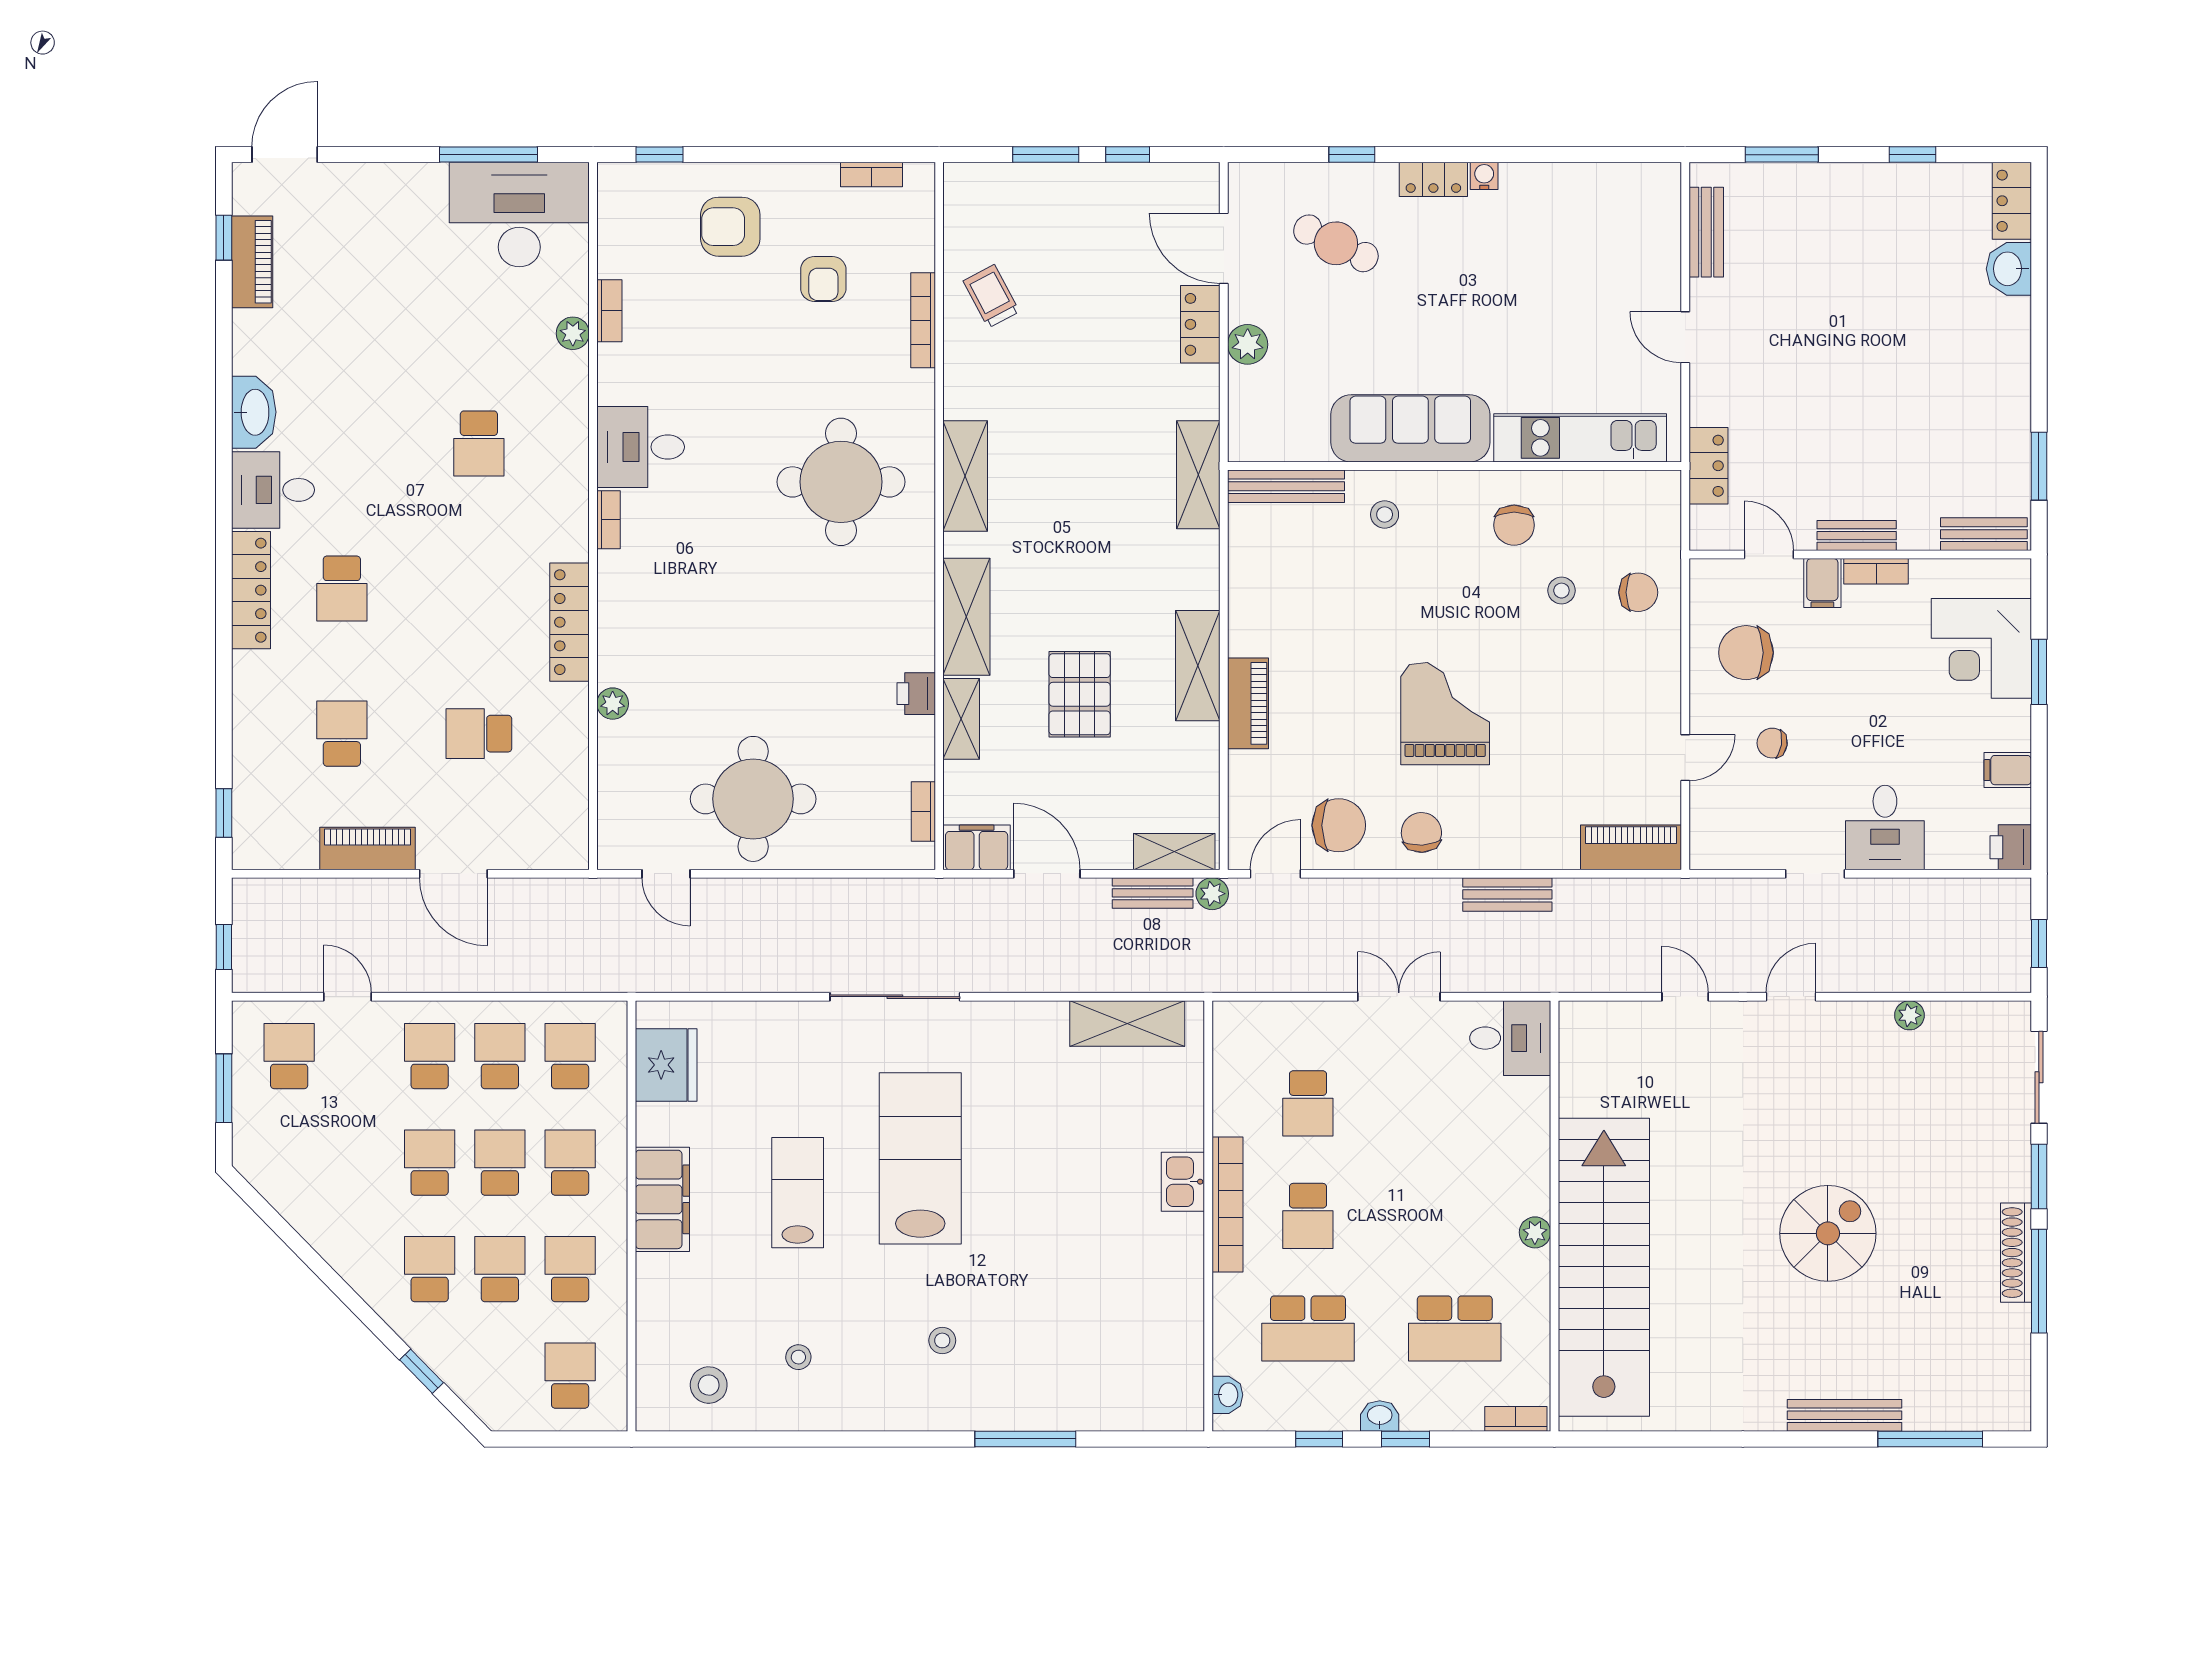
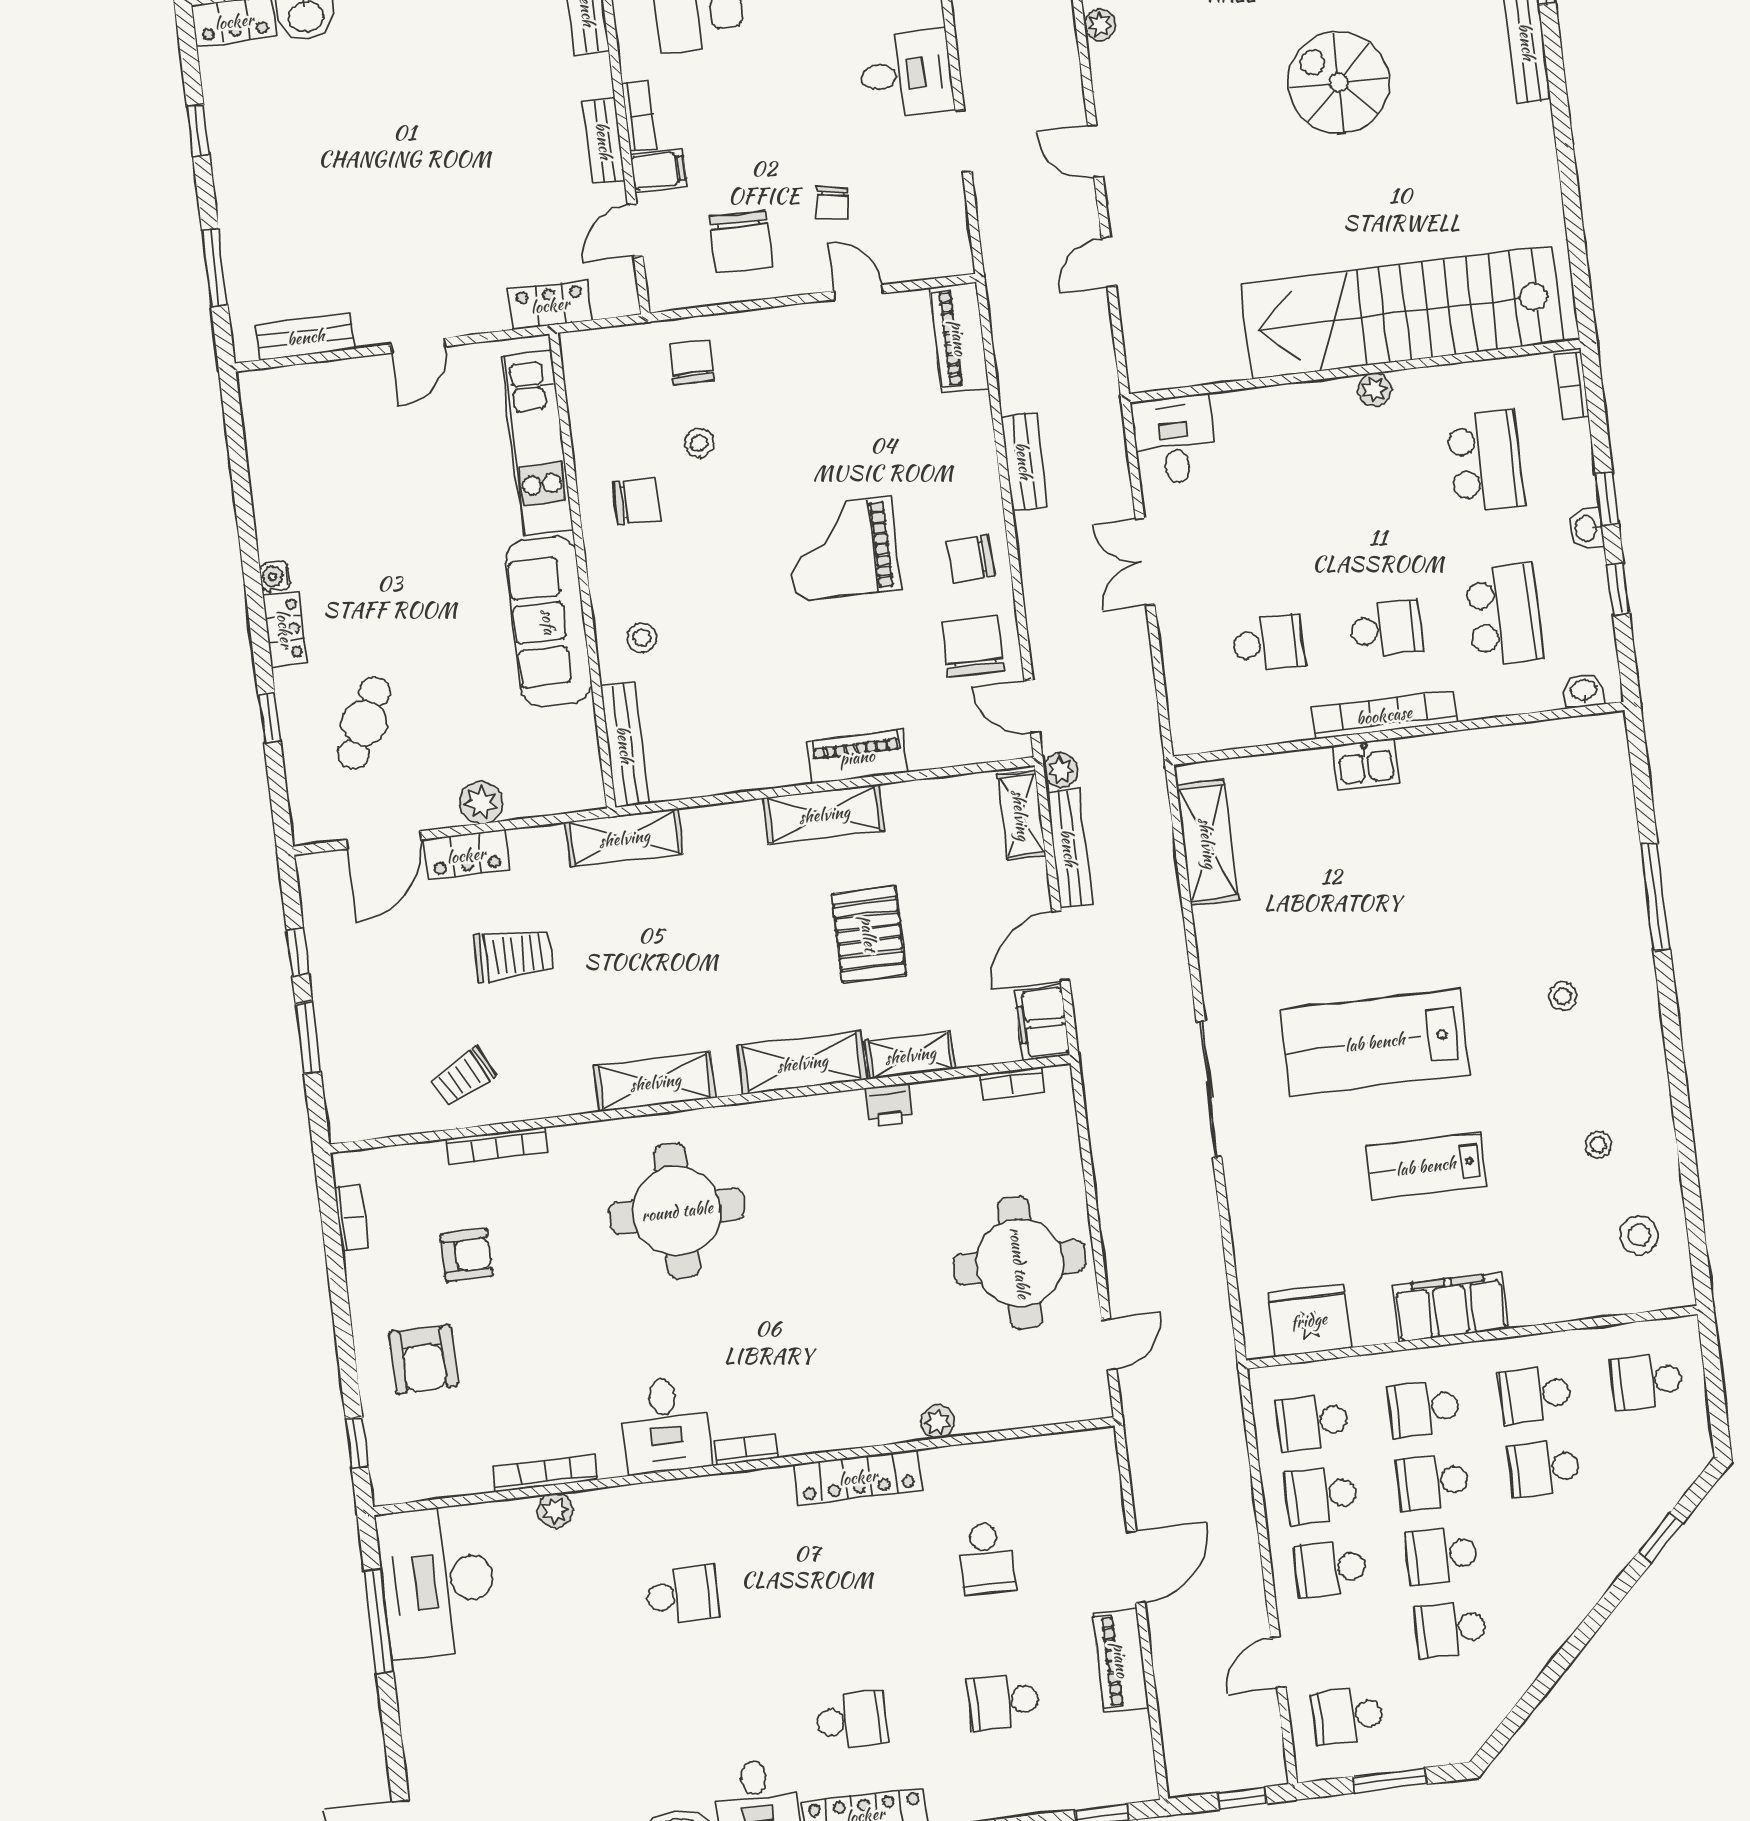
bookcase: (609, 311) -> (545, 1473), width x1.56
trolley: (1101, 357) -> (513, 955), added
pallet: (1080, 694) -> (869, 934), turned 90
bench: (1153, 893) -> (1069, 848), width x1.36
school desk: (430, 1269) -> (1450, 1629), moved

